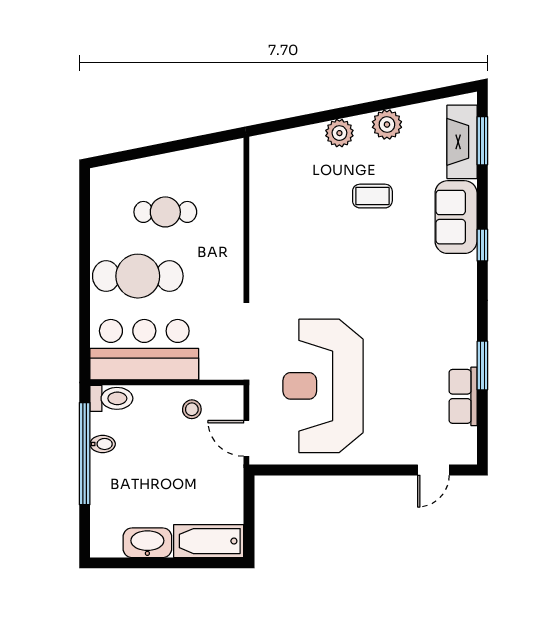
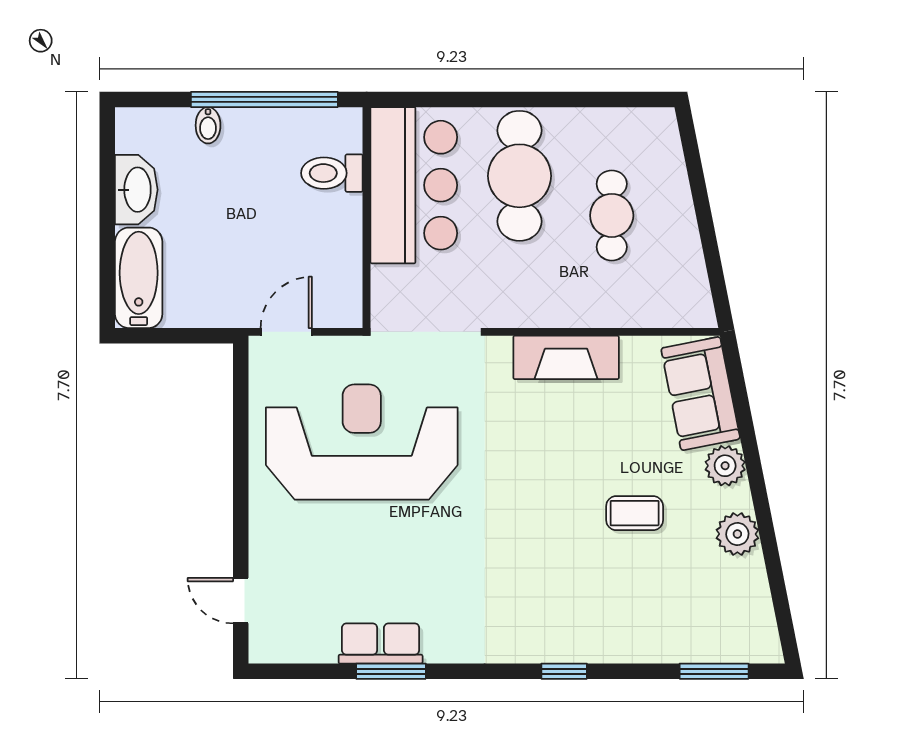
fireplace: (462, 142) -> (566, 357), moved, turned 180
coffee table: (372, 196) -> (635, 513), turned 90
sofa: (456, 217) -> (701, 394), moved, turned -101
row of seats: (463, 396) -> (381, 643), moved
toilet: (111, 398) -> (332, 173), moved, turned 90
stool: (192, 409) -> (328, 254), removed
bidet: (103, 444) -> (208, 125), moved

